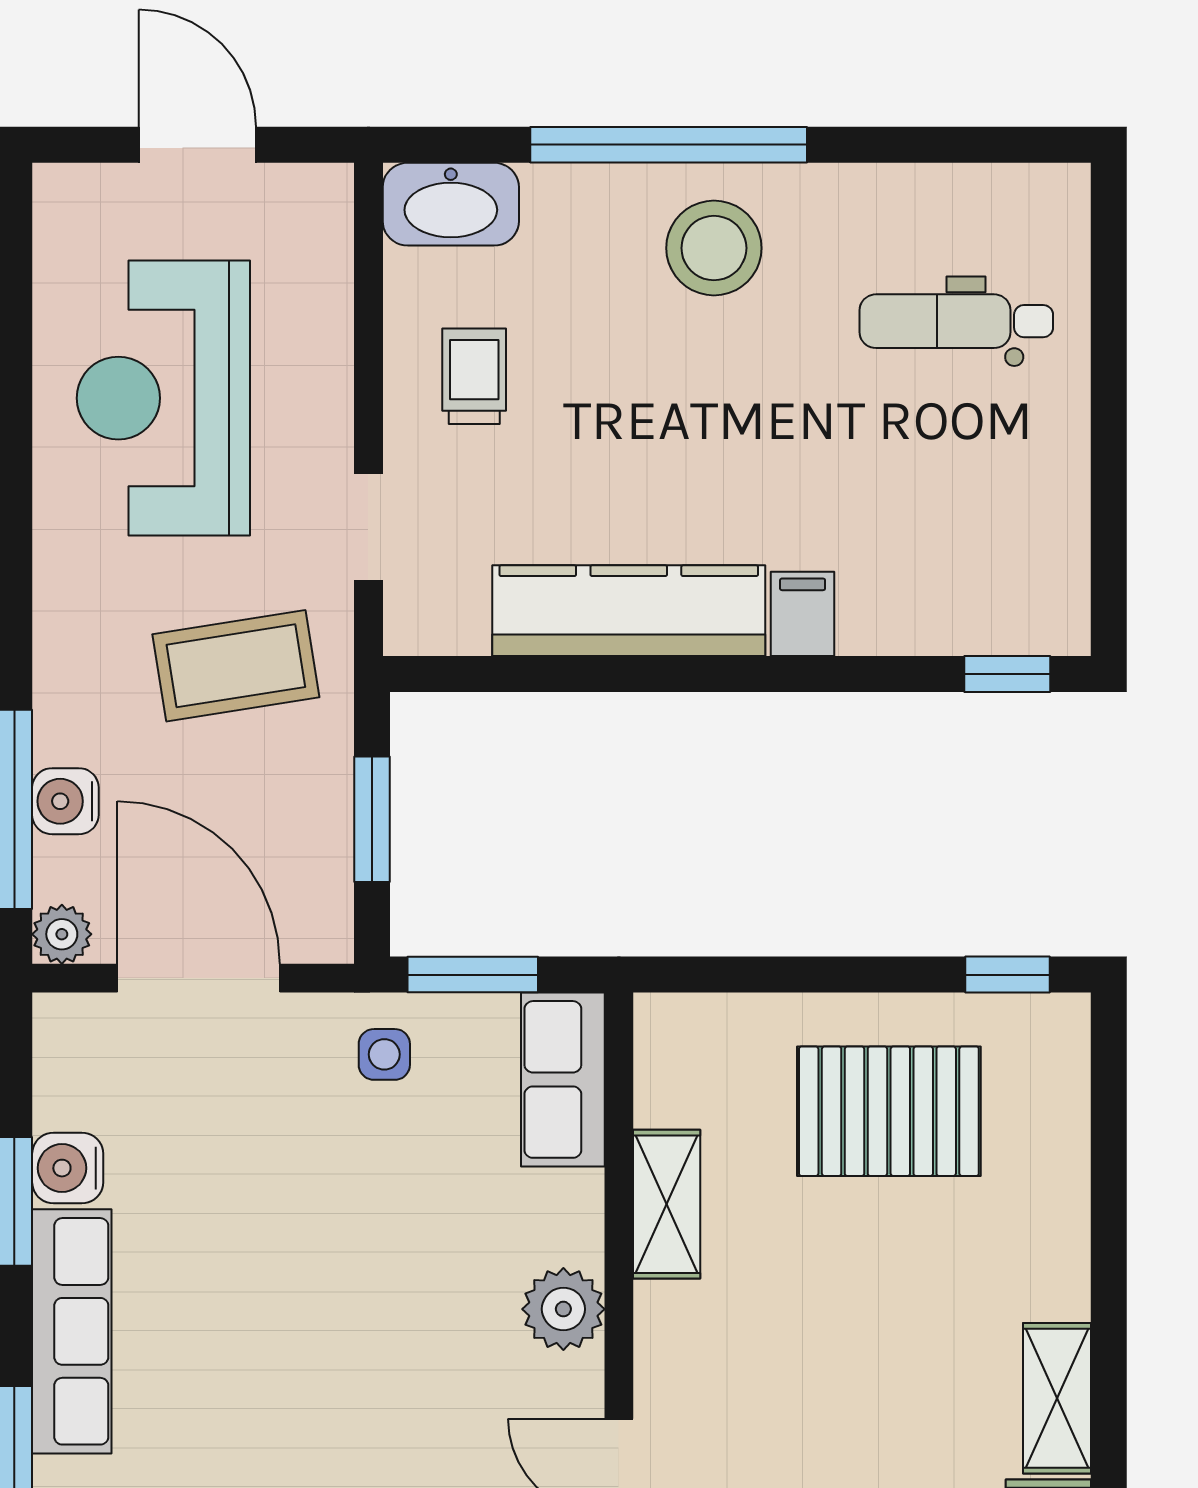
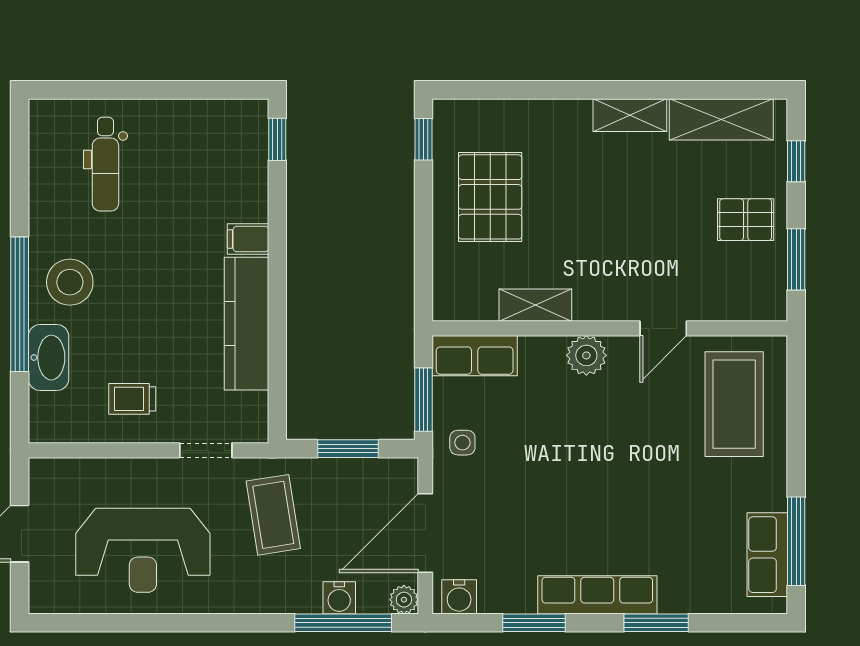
washbasin: (451, 204) -> (48, 358), moved
water cooler: (68, 1168) -> (459, 597), moved

